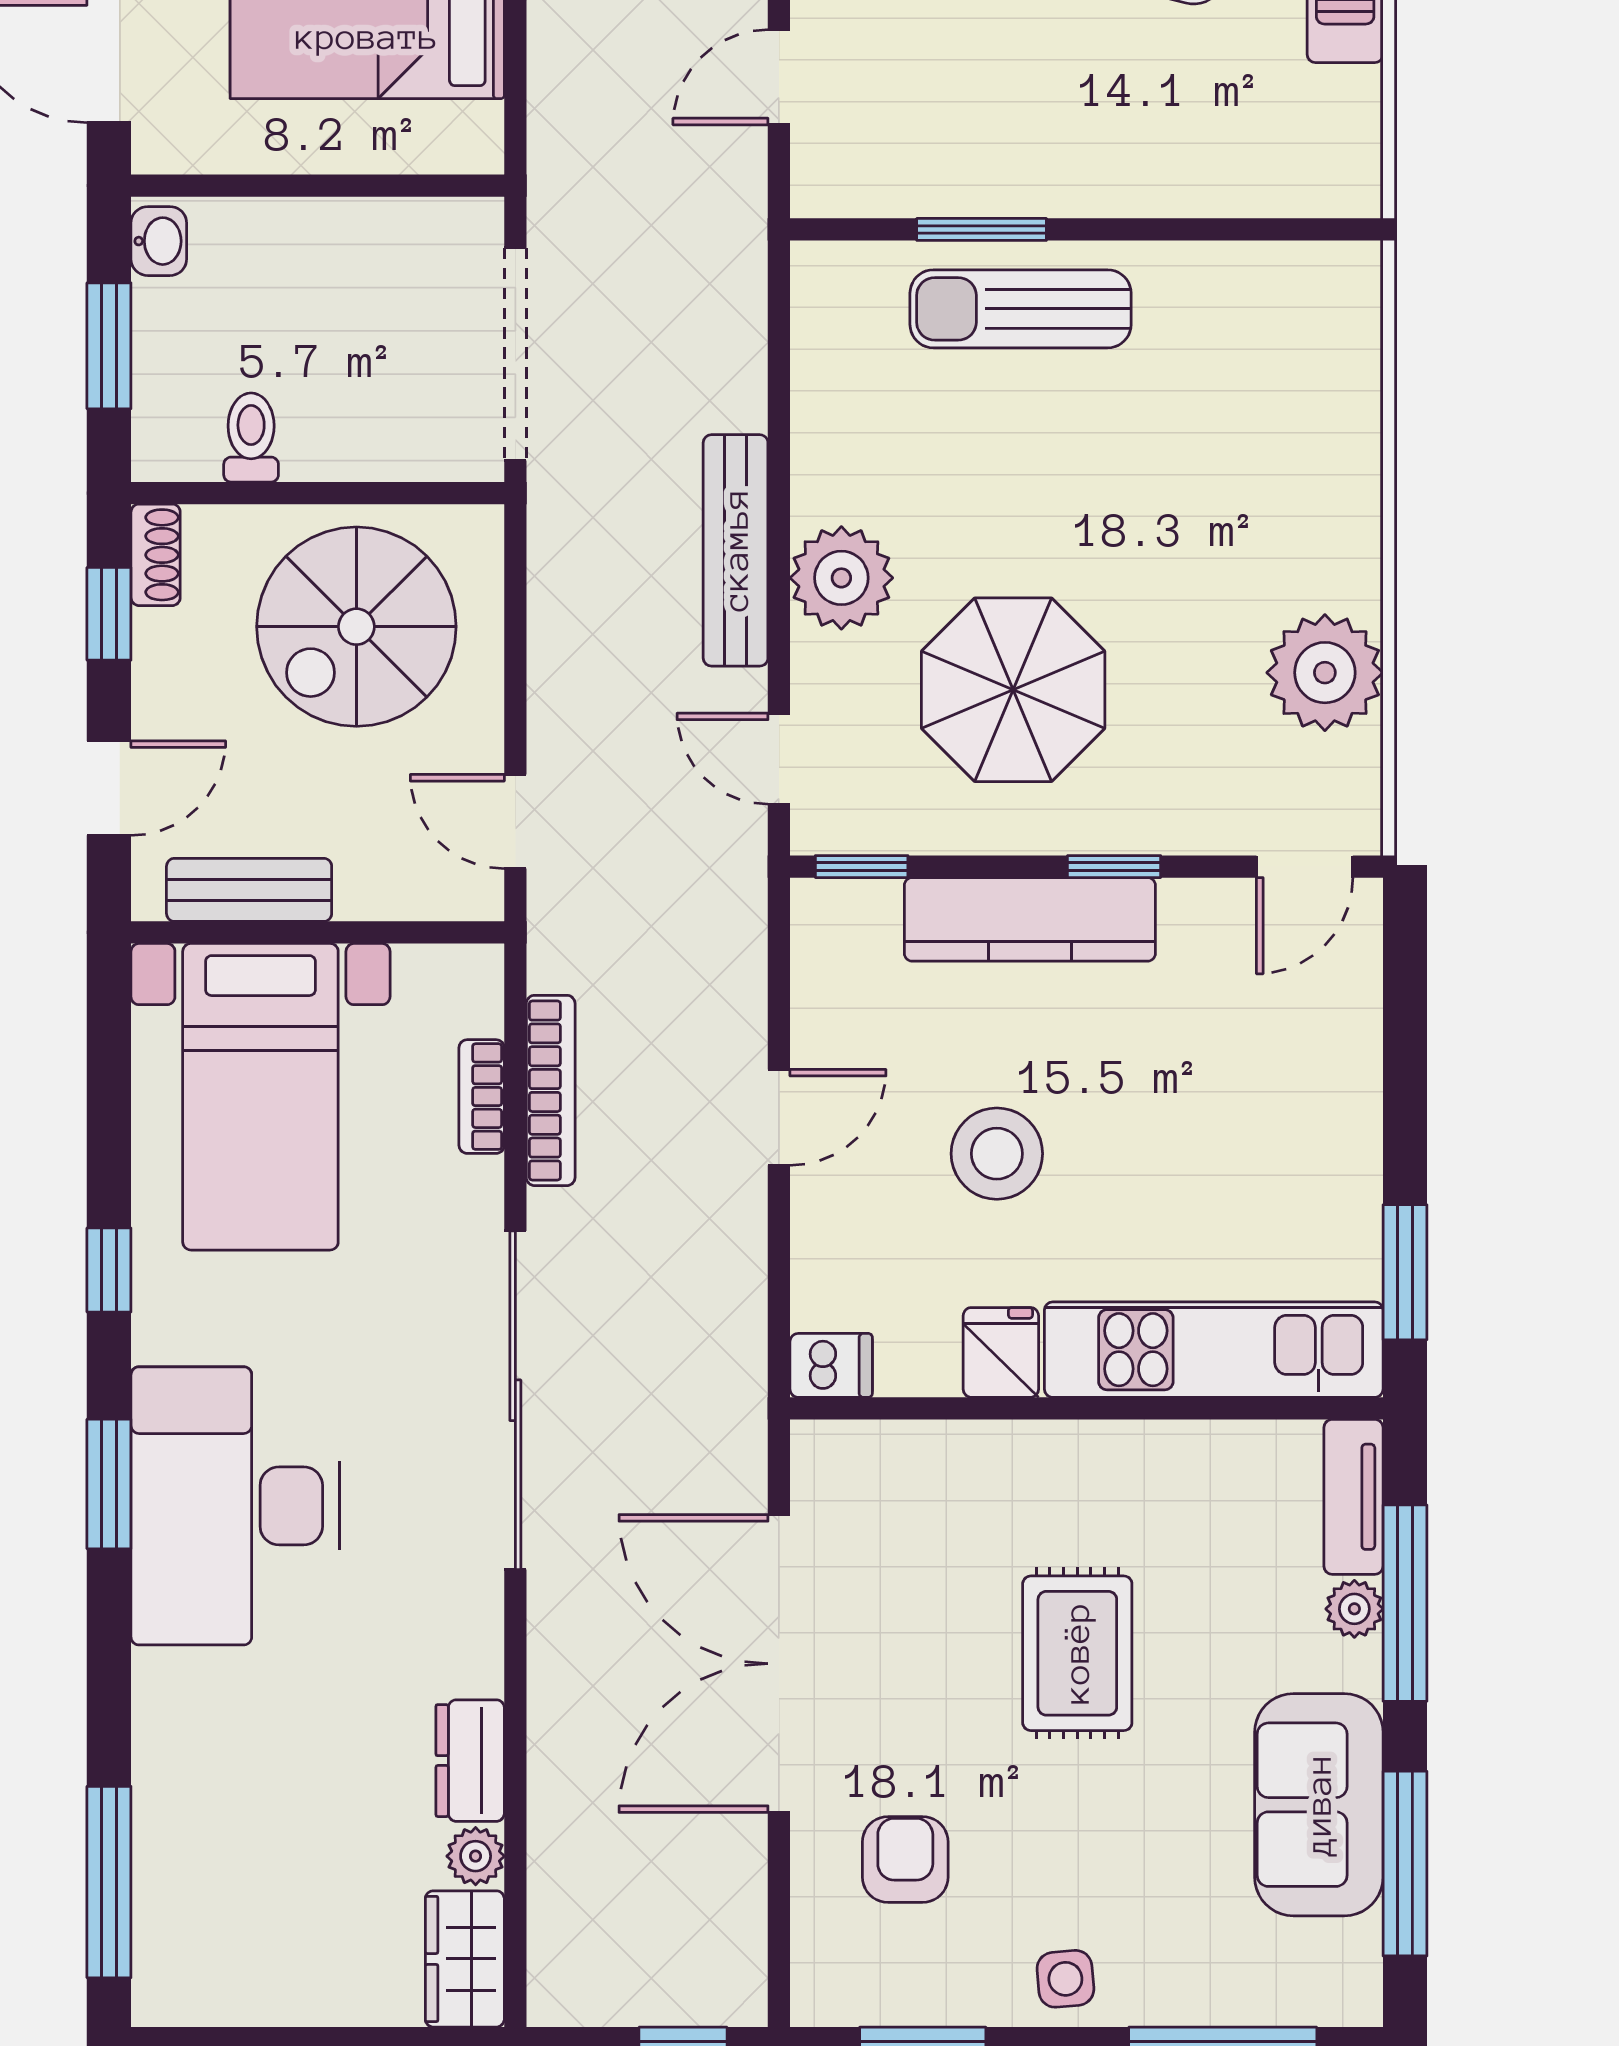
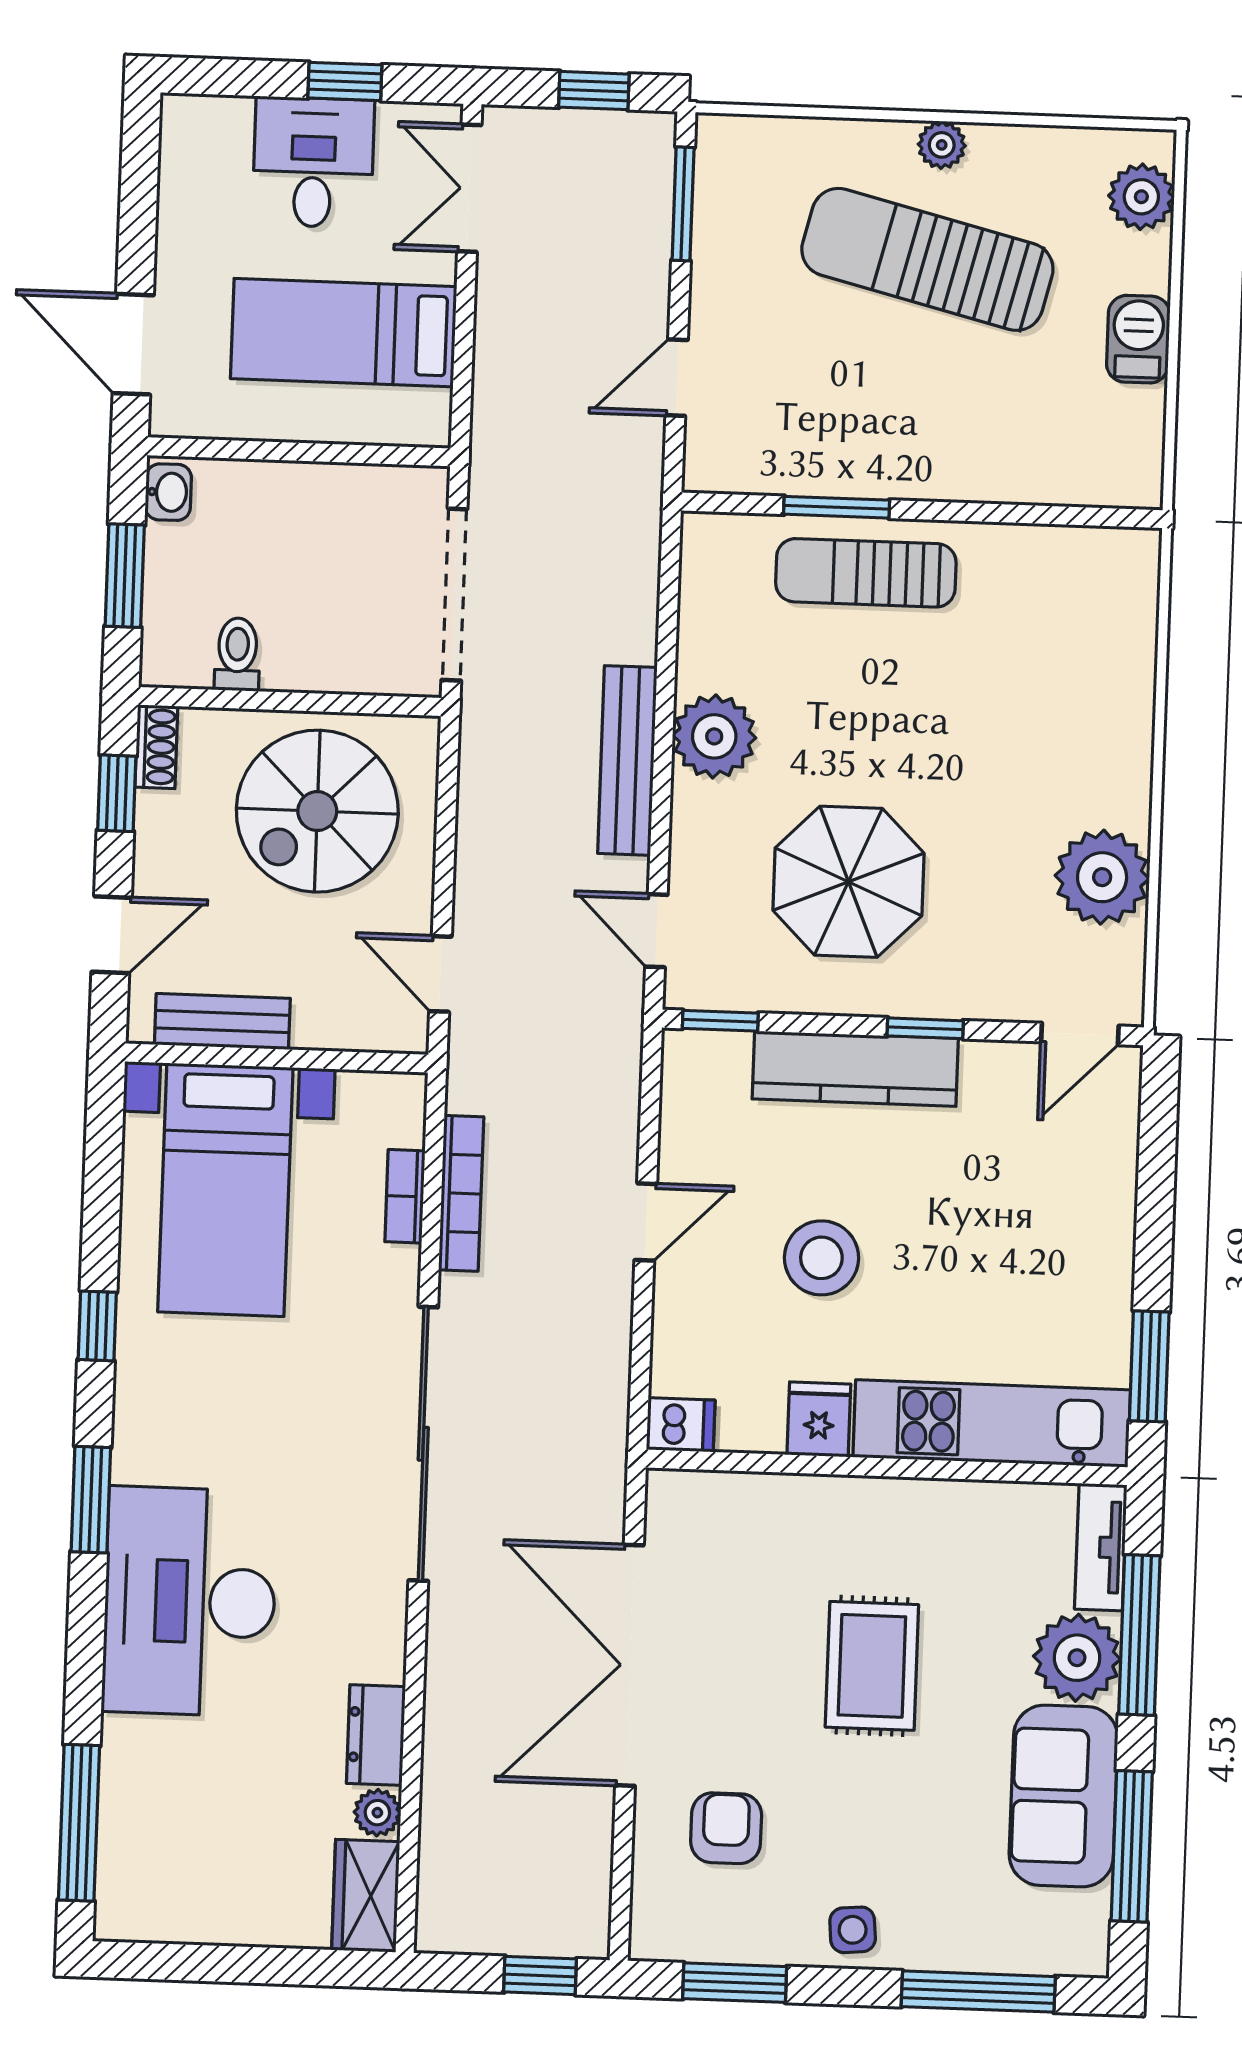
plant: (841, 578) -> (714, 736), moved
desk: (235, 1506) -> (190, 1601), moved
plant: (1354, 1609) -> (1077, 1658), width x1.88, depth x1.88

